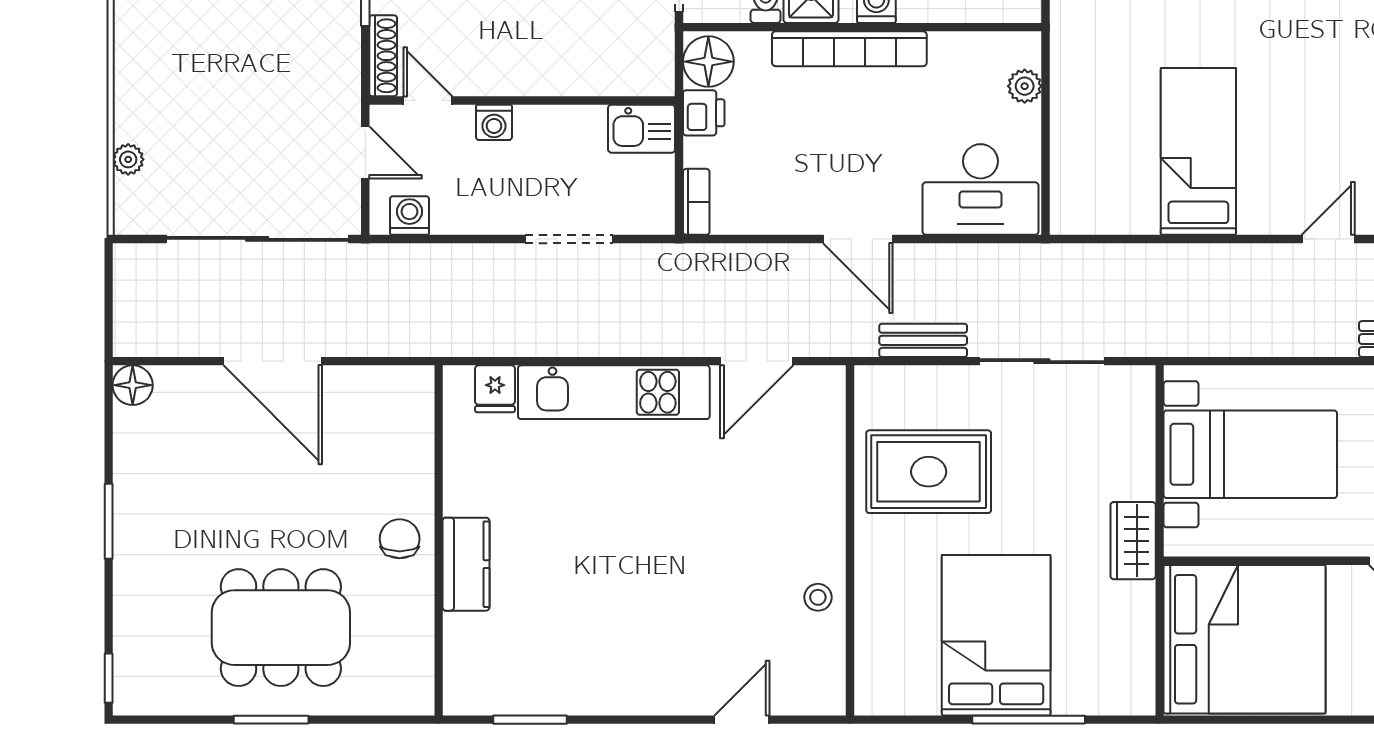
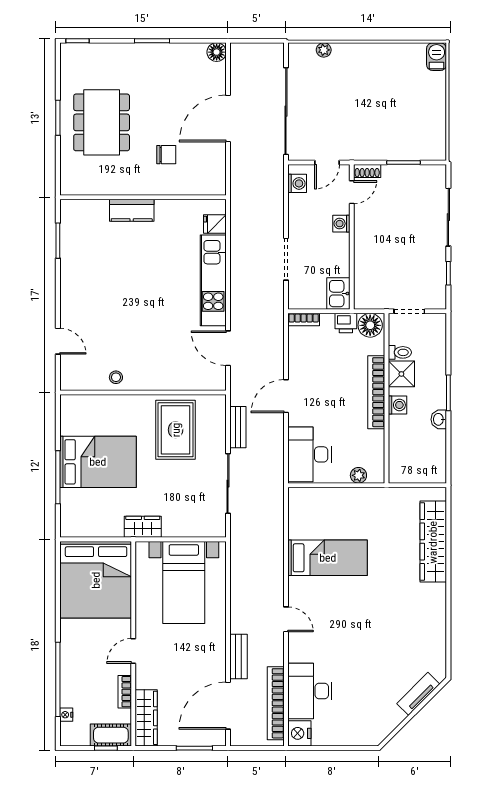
shoe rack: (383, 56) -> (367, 171), width x0.70
chair: (400, 539) -> (166, 155), moved

